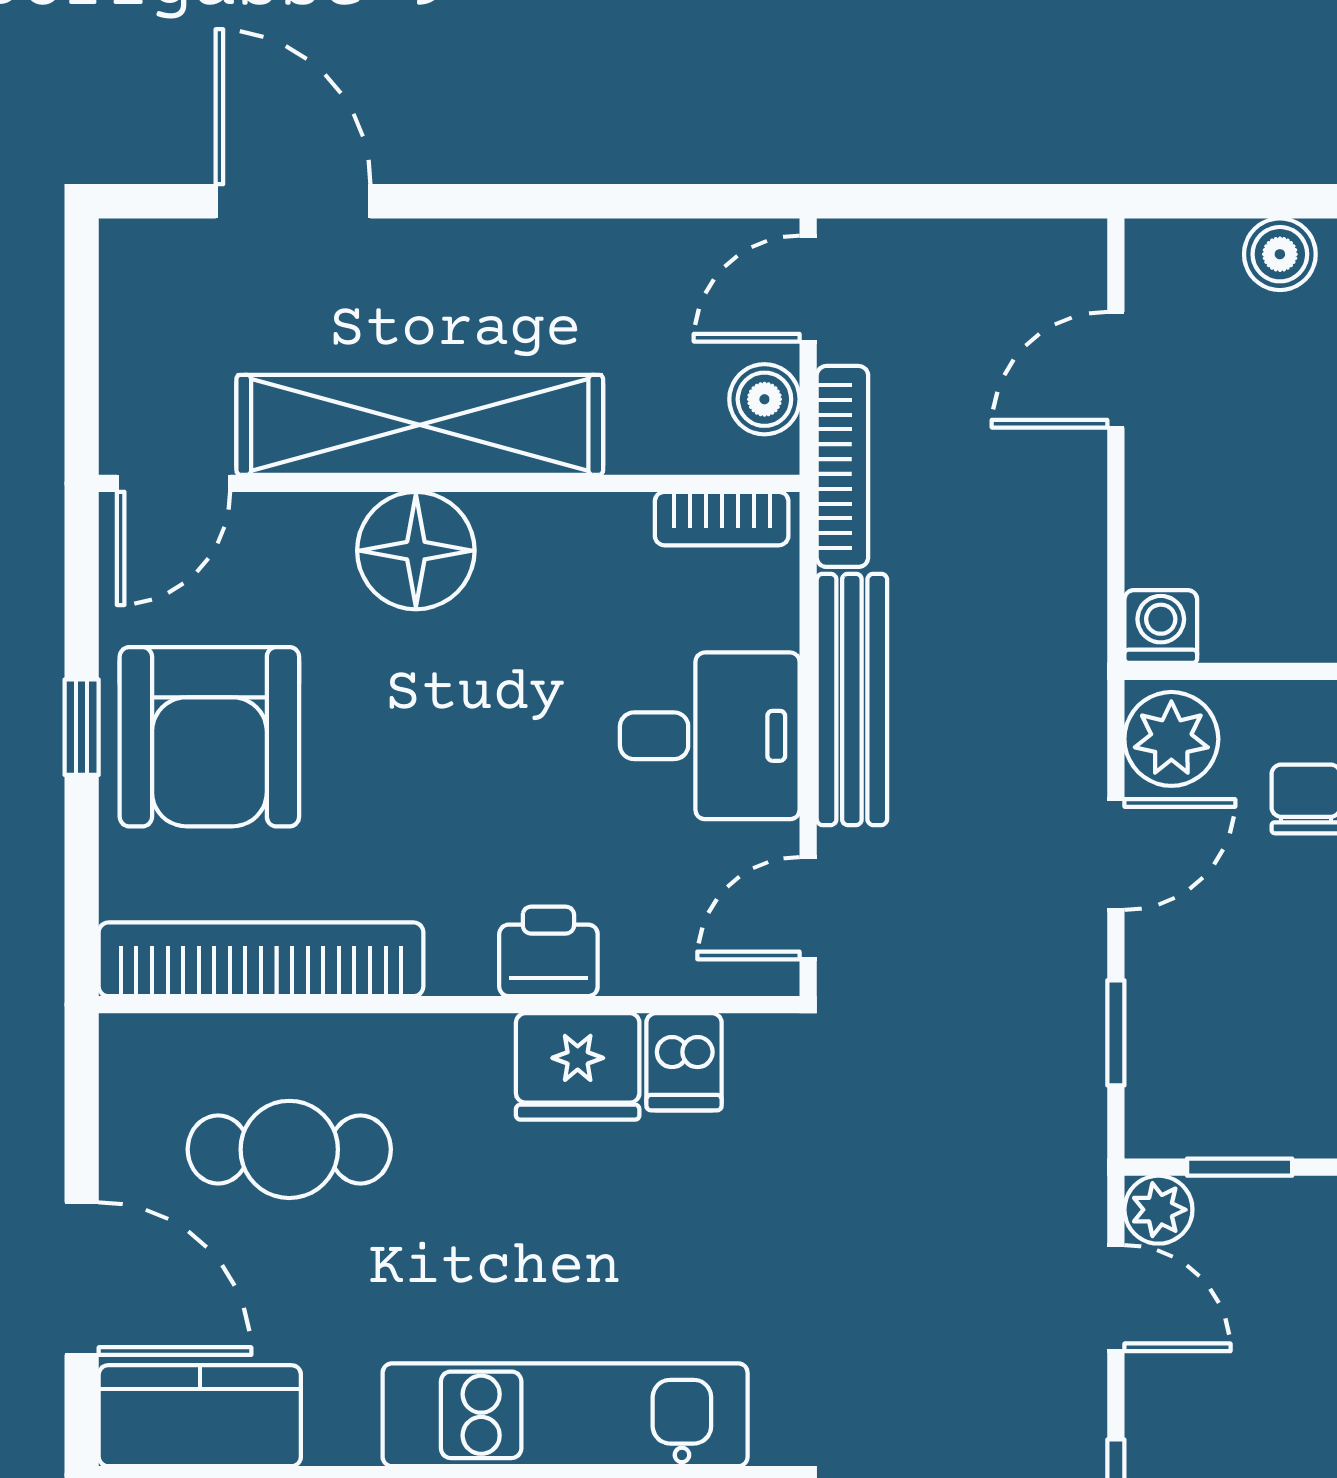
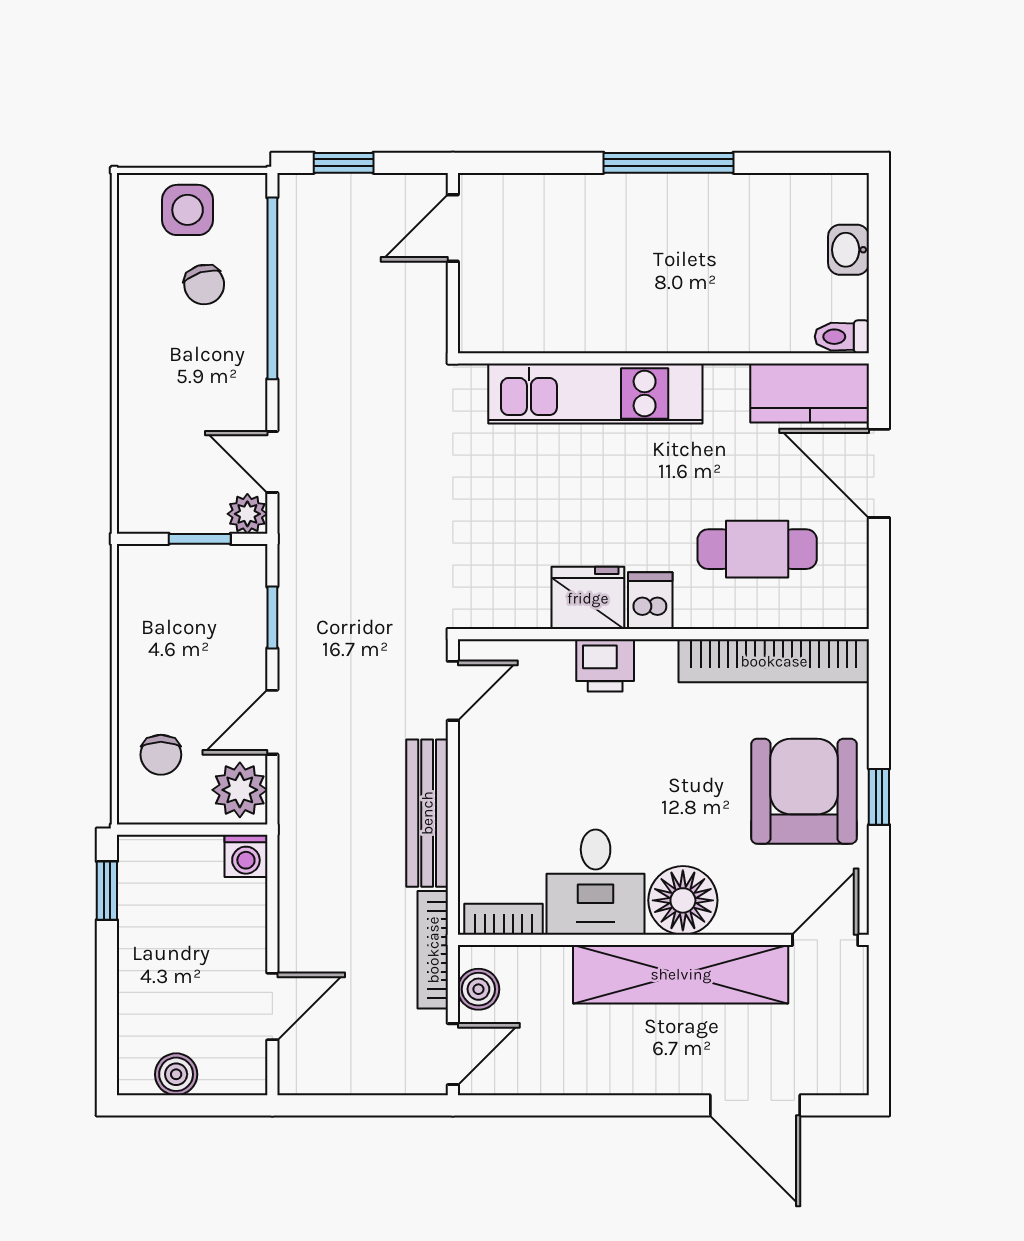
desk: (710, 736) -> (596, 882), moved, turned -90
dishwasher: (684, 1062) -> (650, 601), moved

